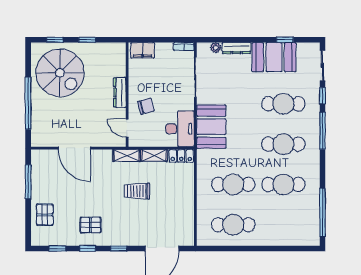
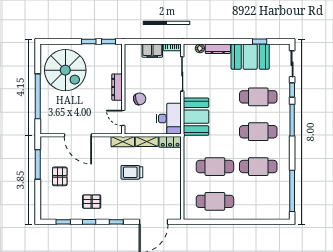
window: (55, 40) -> (109, 42), moved
filing cabinet: (143, 50) -> (152, 51), moved
pallet: (45, 215) -> (60, 176), moved

